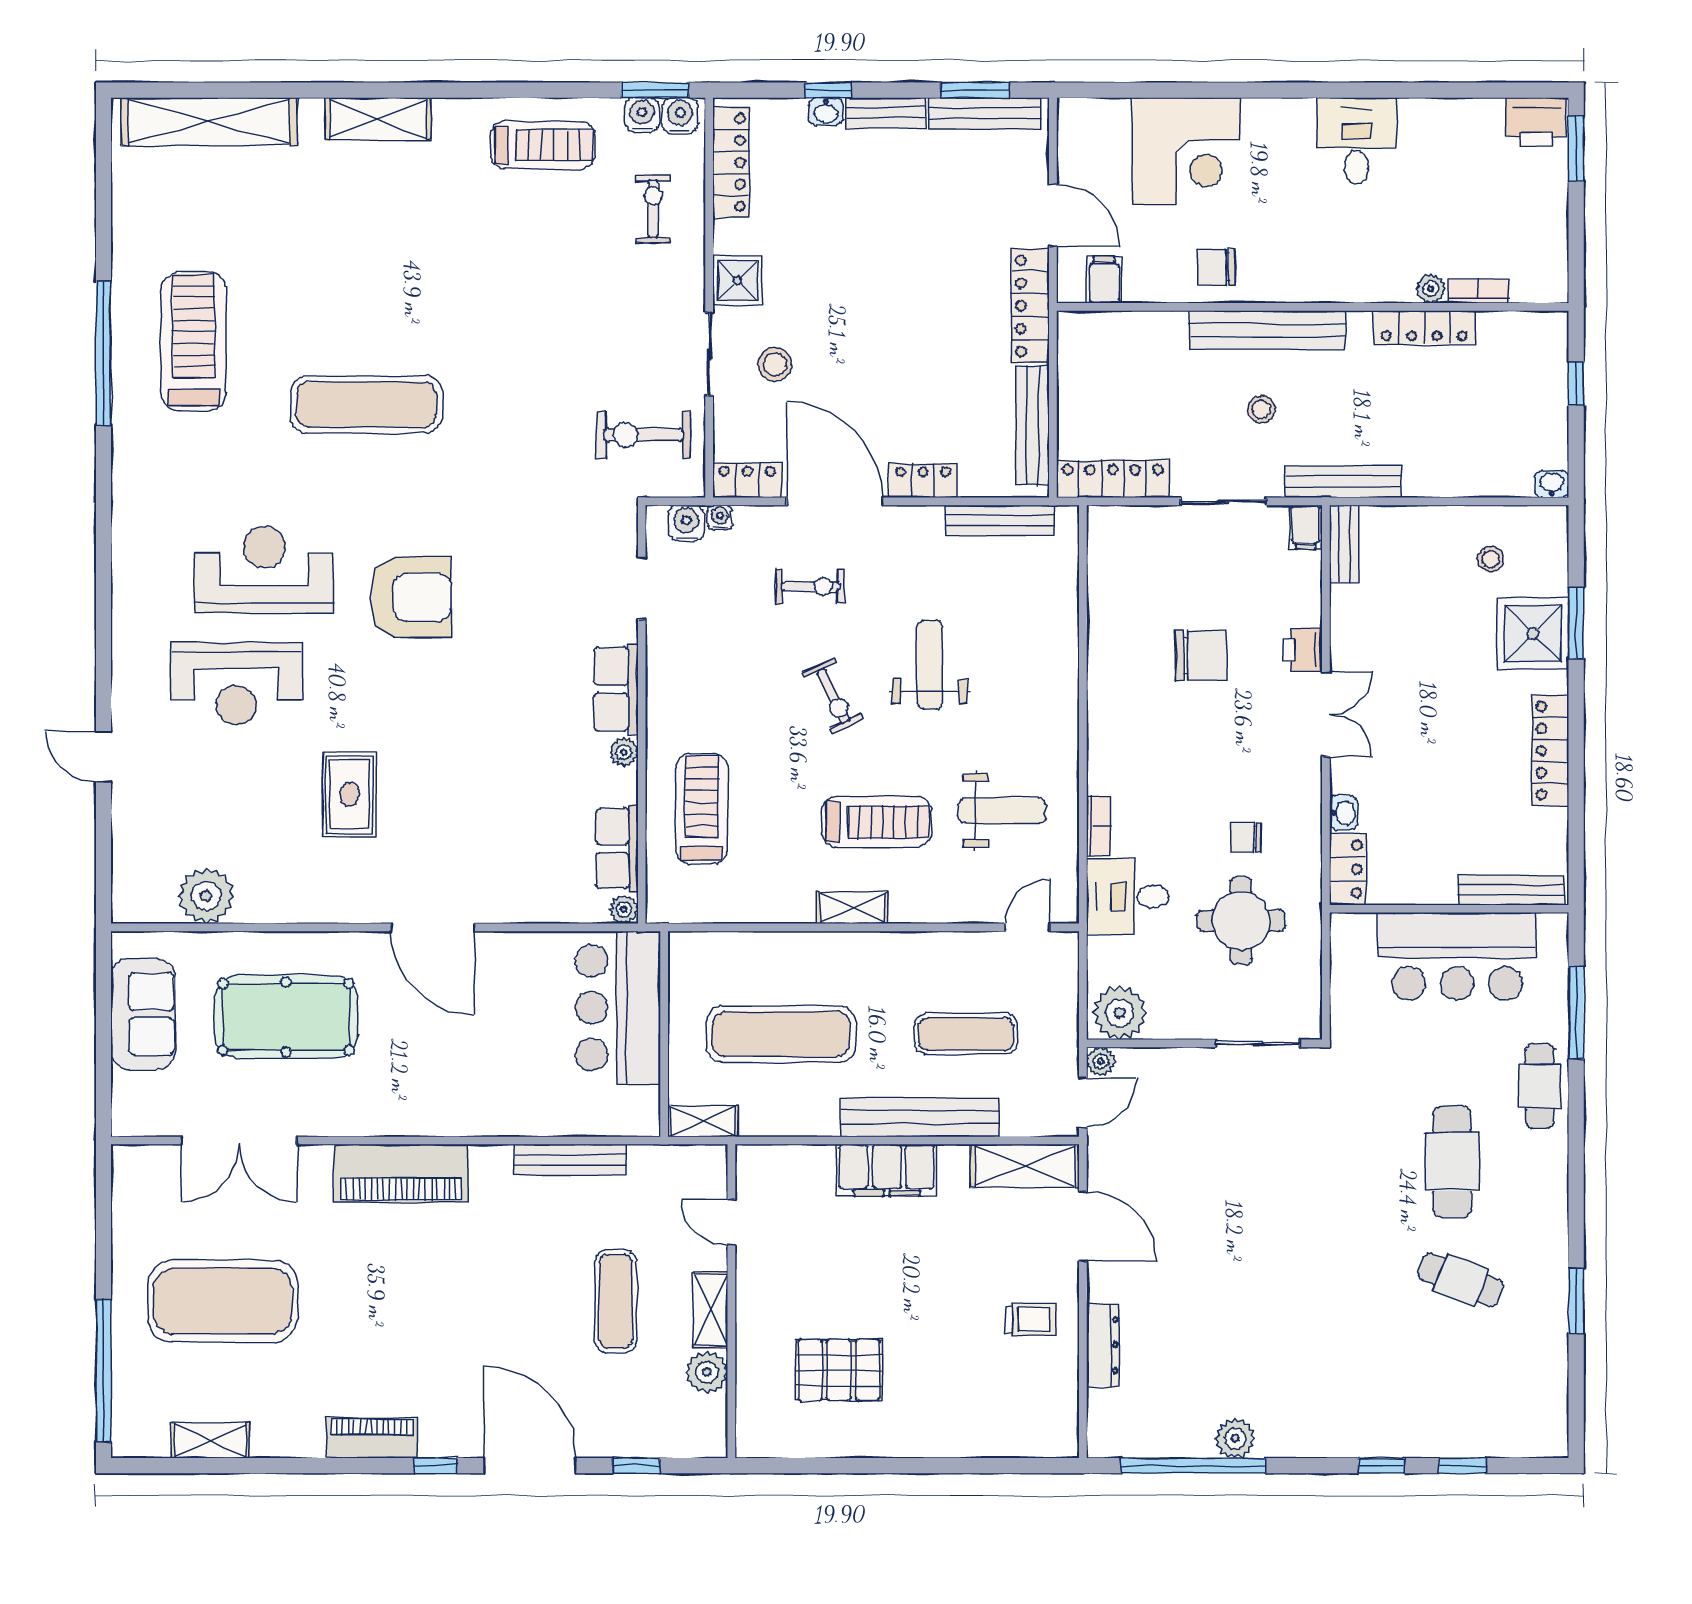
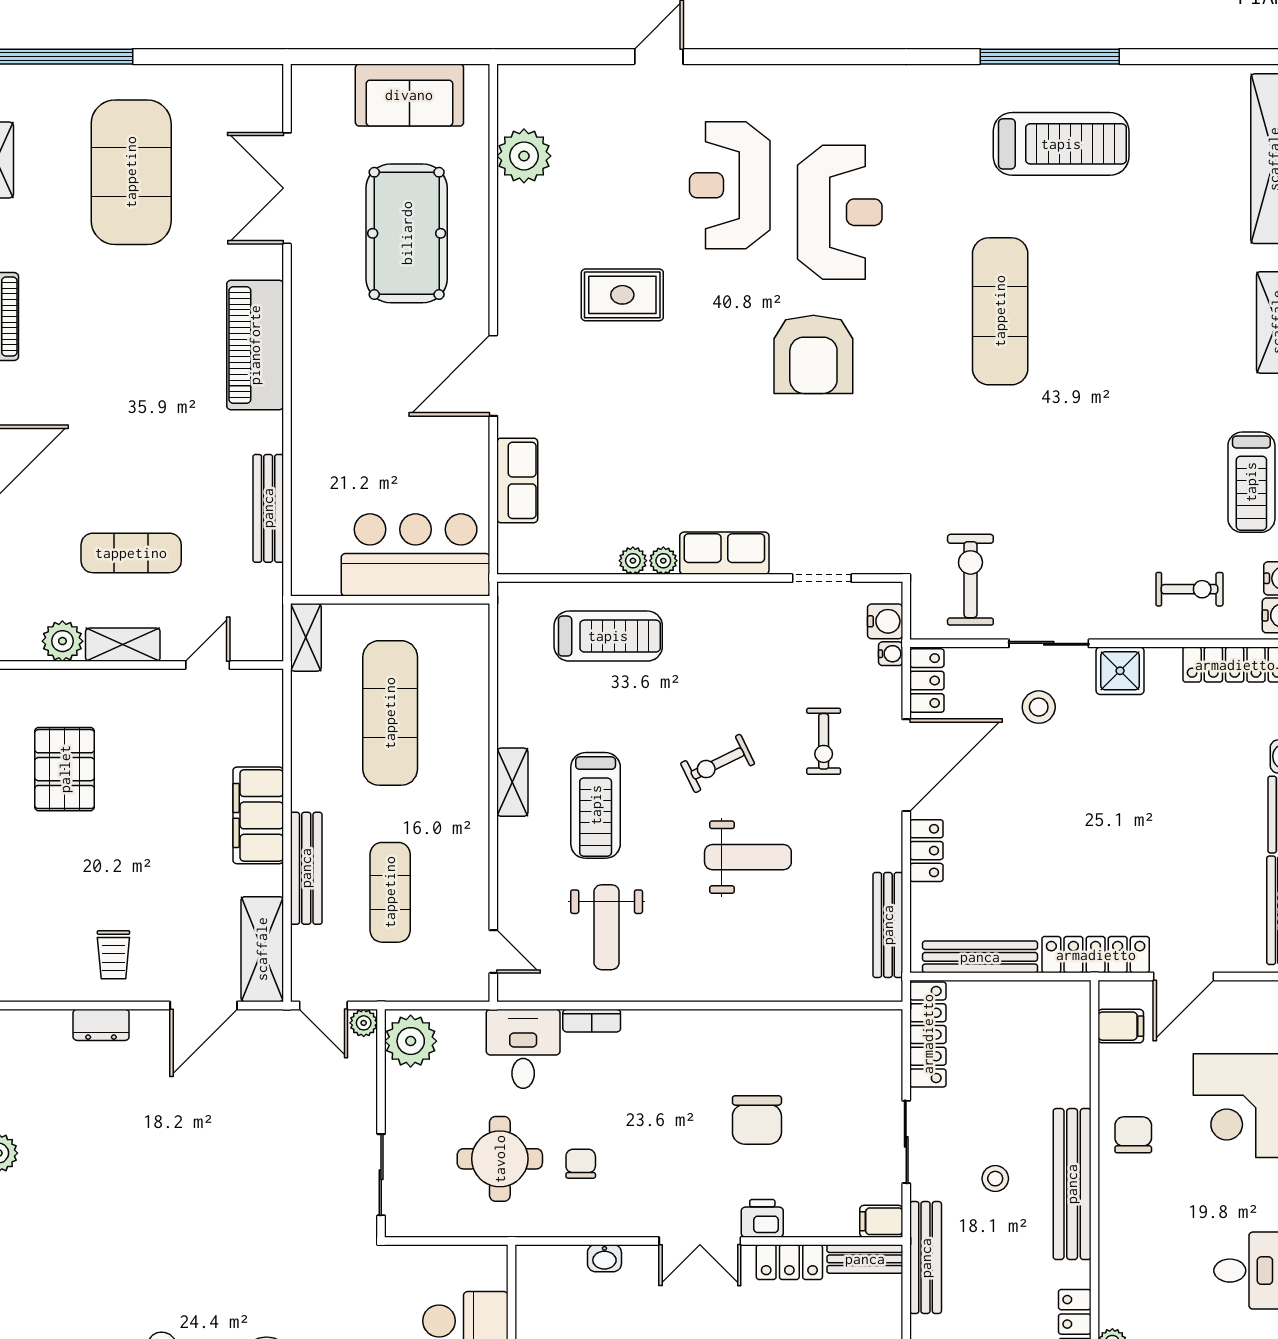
row of seats: (617, 848) -> (517, 480), moved, turned 90
locker: (1348, 869) -> (789, 1262), moved
plant: (624, 909) -> (633, 561), moved
bench: (920, 1117) -> (306, 868), width x0.73, depth x0.82
dresser: (1103, 1345) -> (101, 1025), width x0.70

